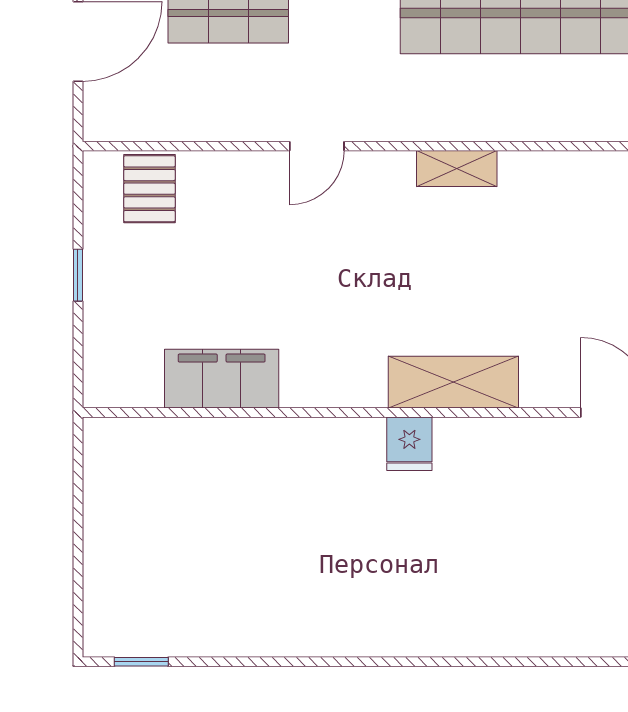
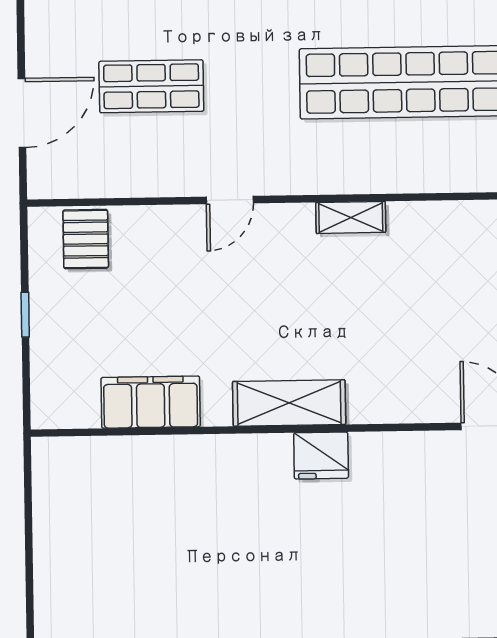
shelving: (453, 382) -> (289, 403), moved
fridge: (409, 444) -> (321, 456), width x1.38

